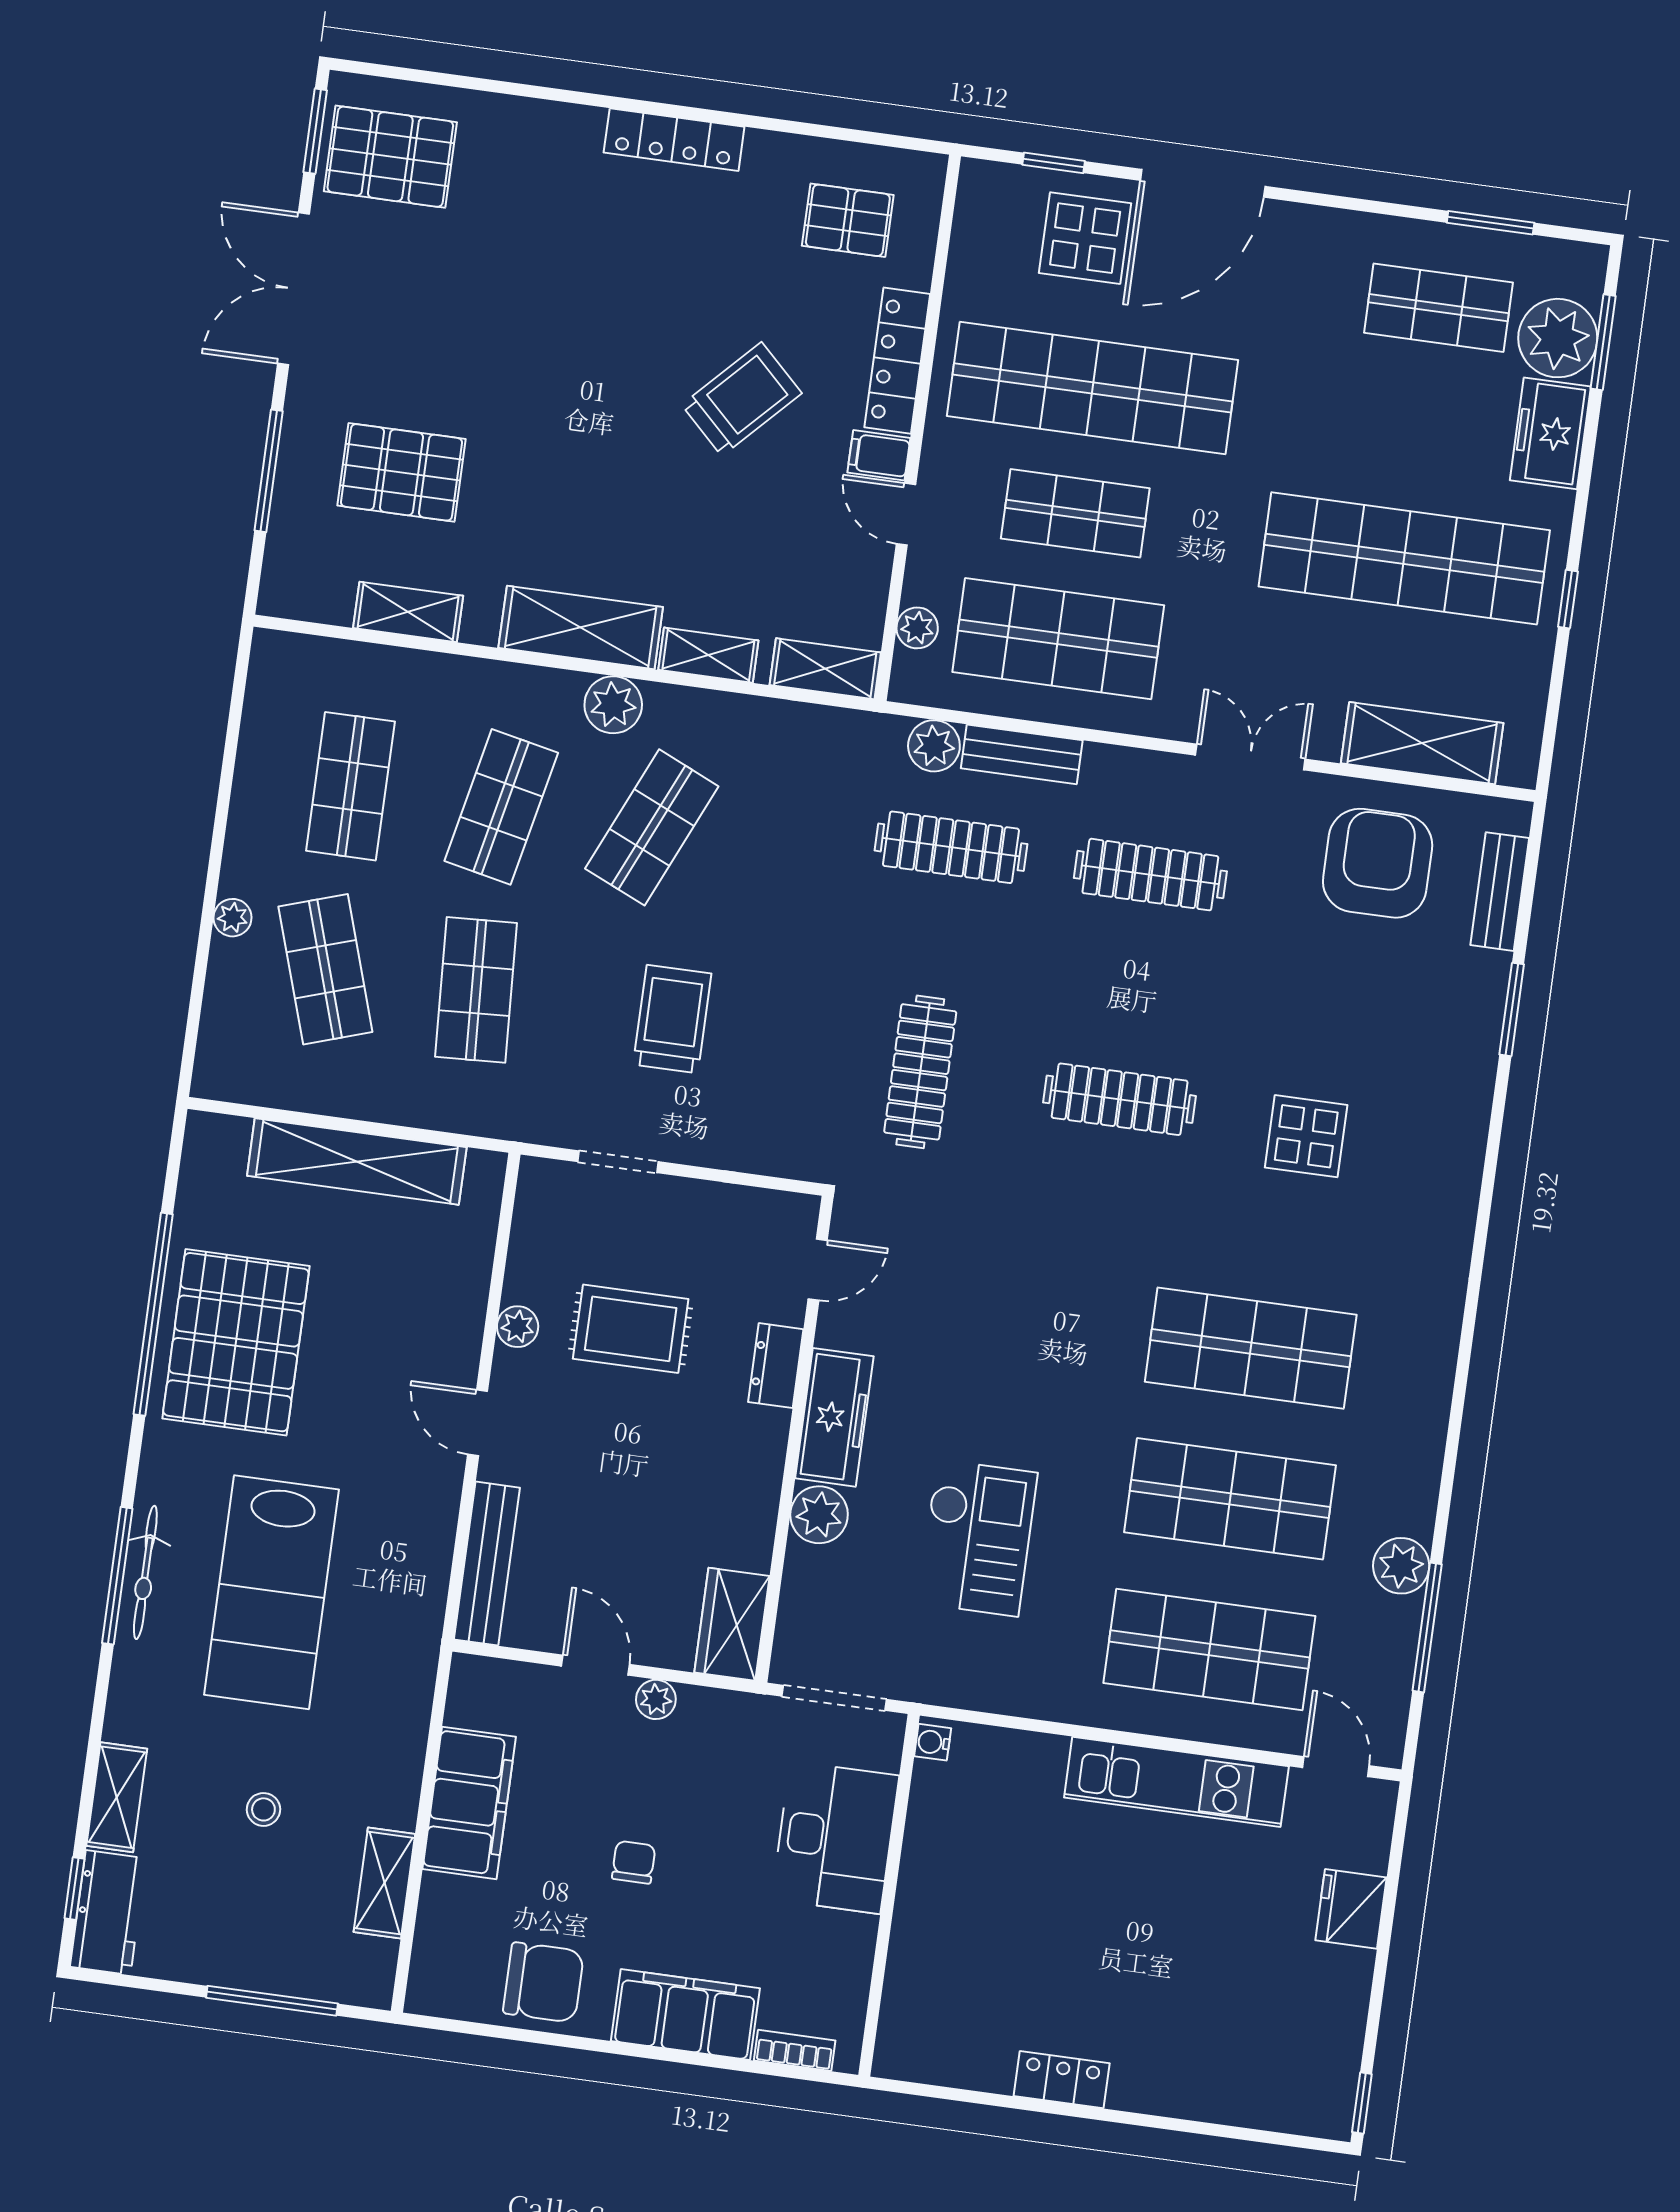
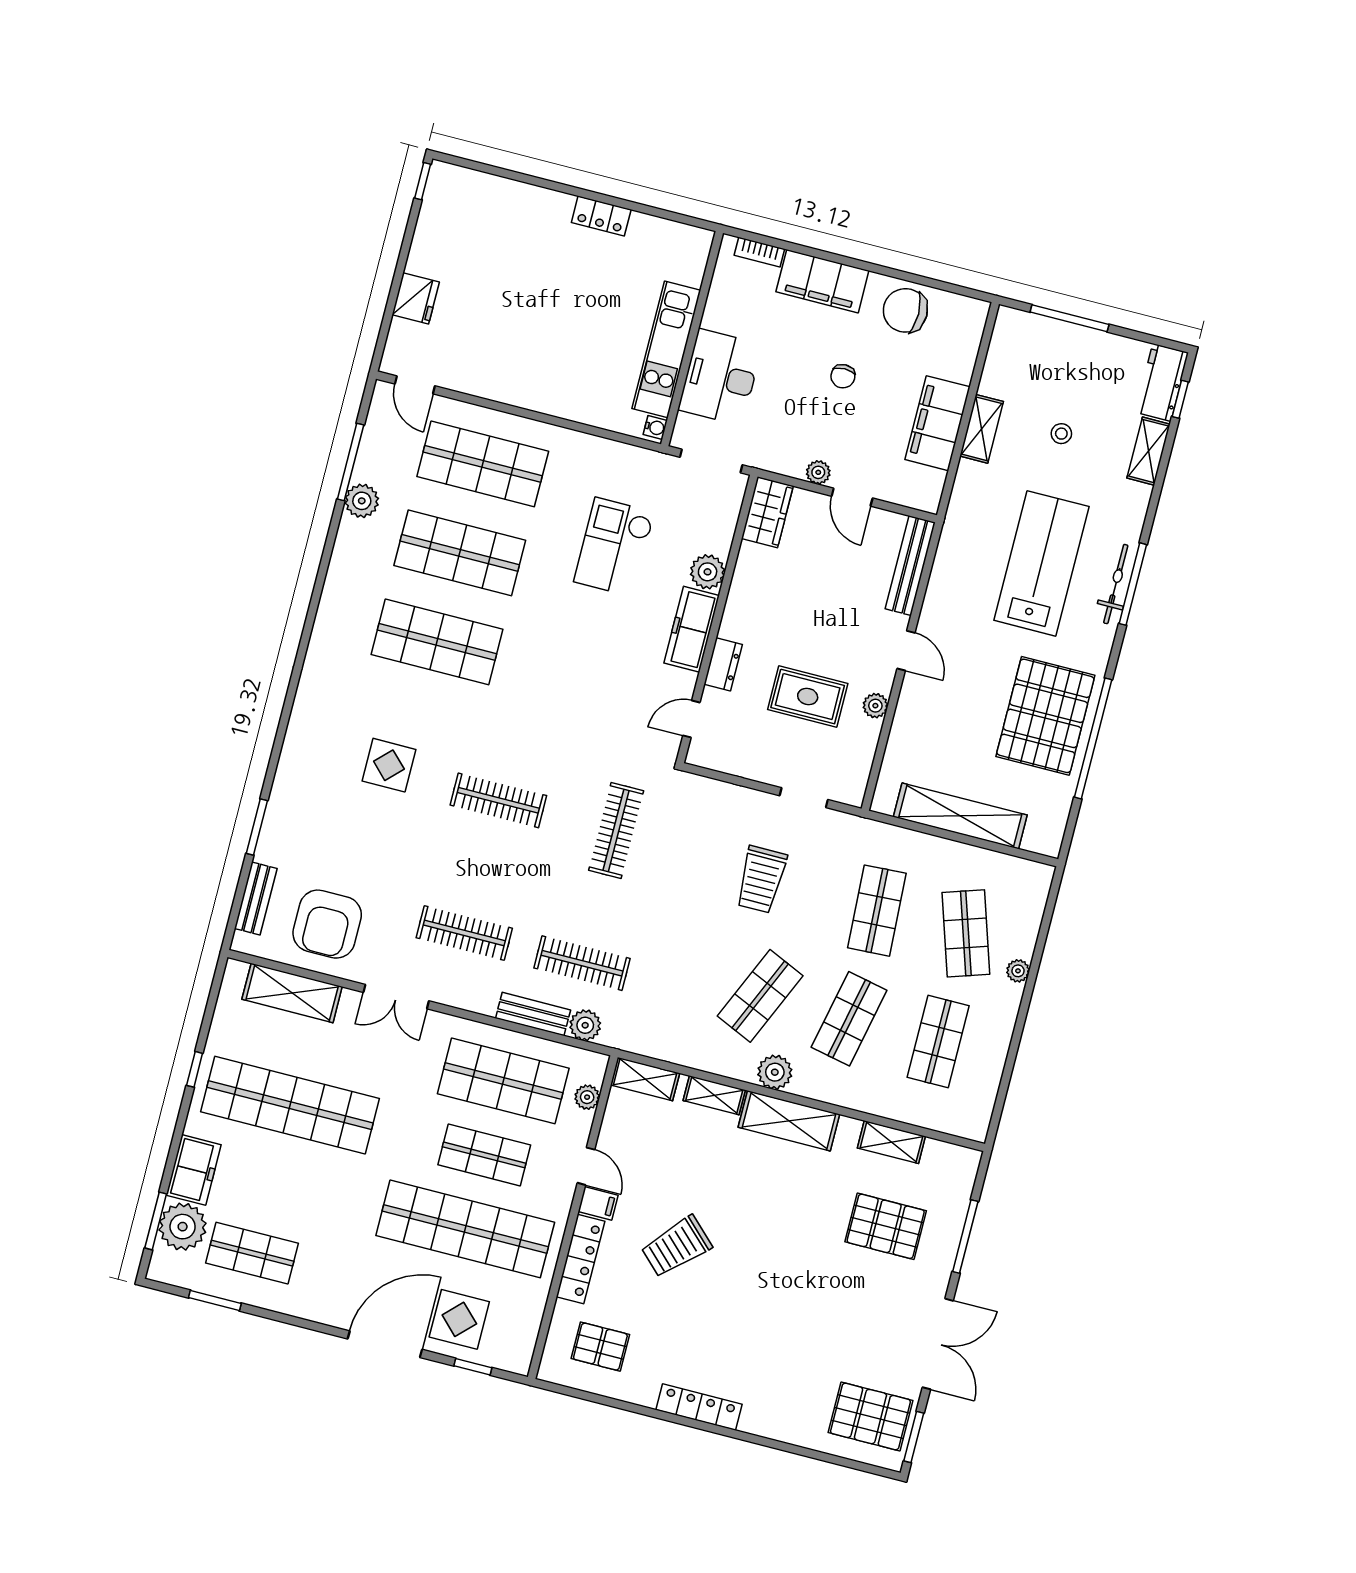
kitchen unit: (1176, 1782) -> (666, 349), moved, turned -90
shelving: (384, 1883) -> (982, 429), moved

